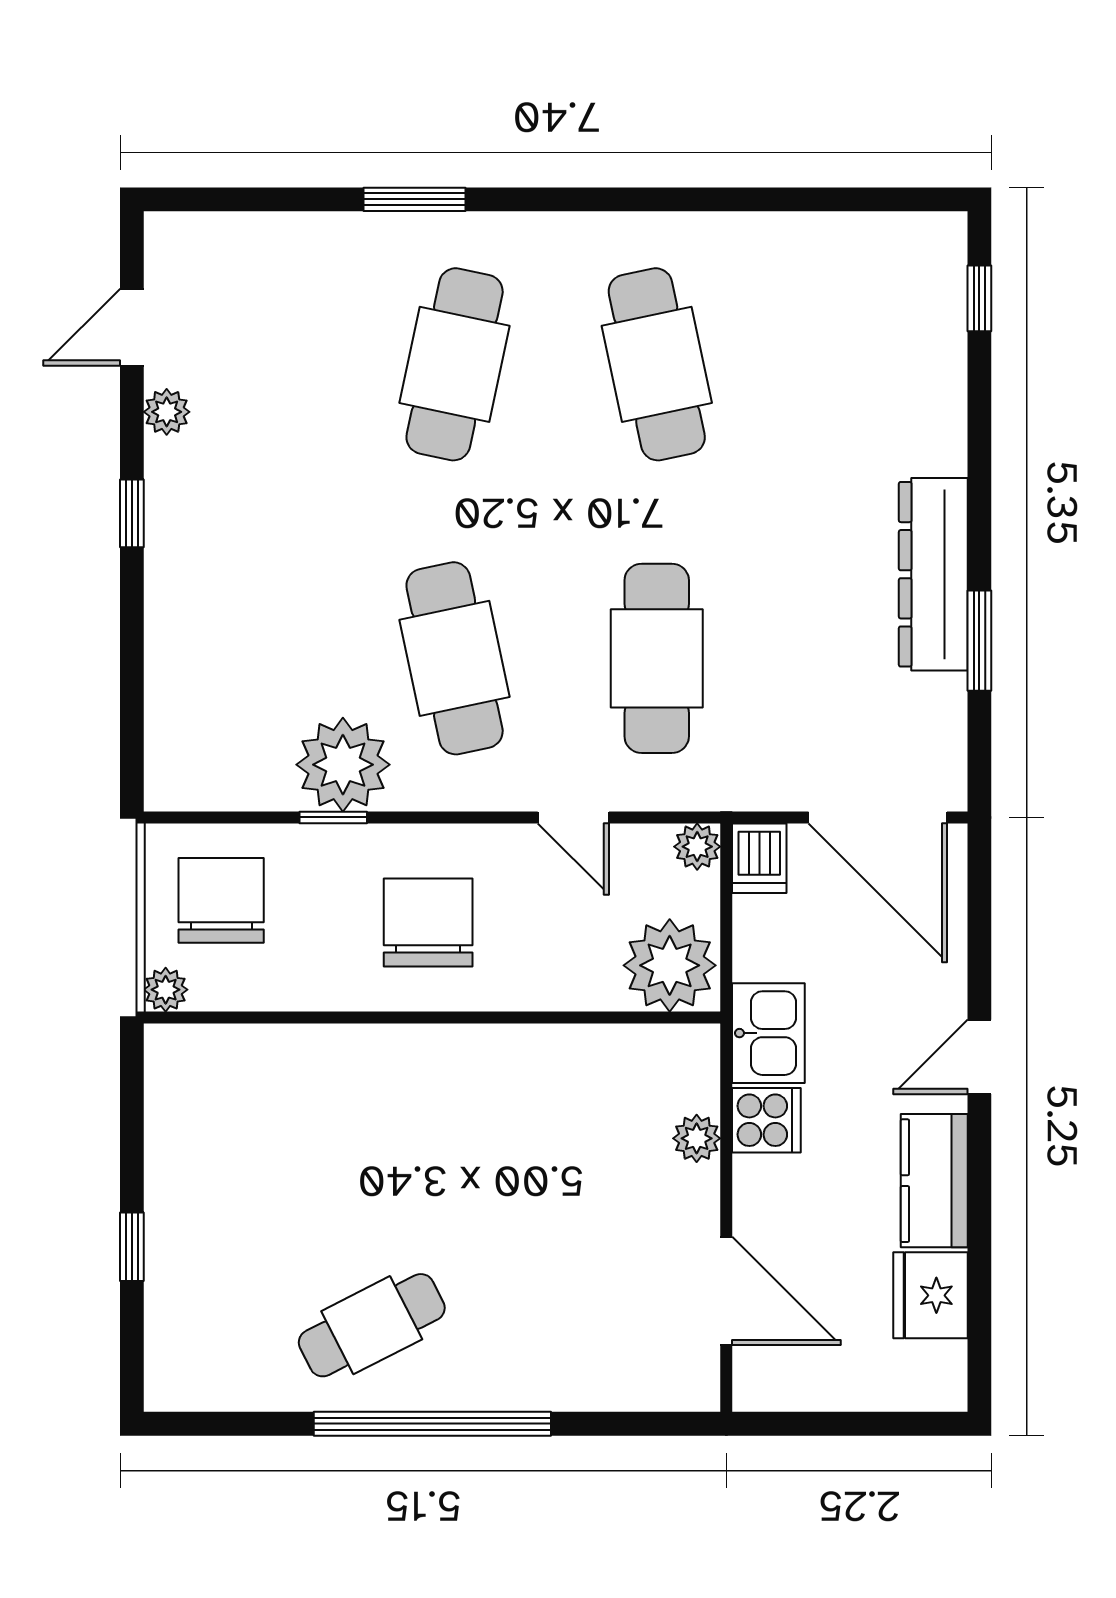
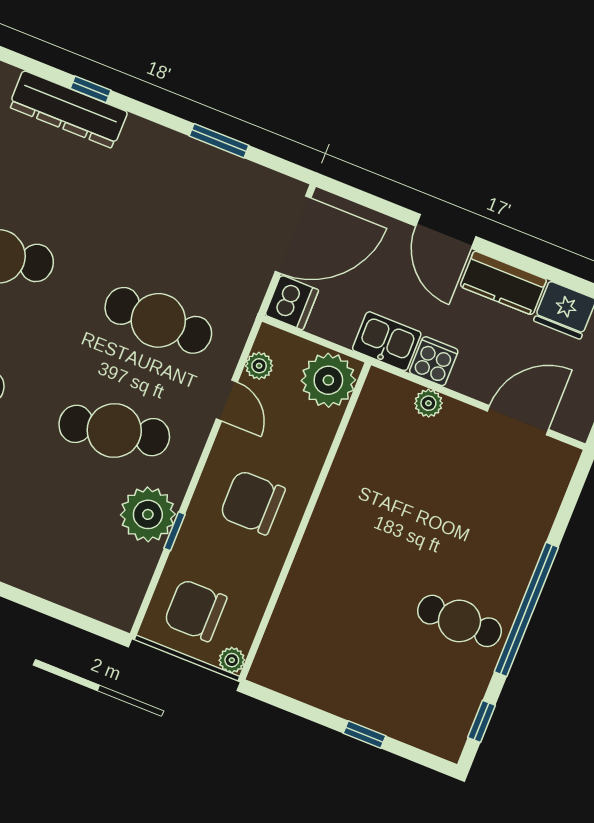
window: (979, 298) -> (91, 89), moved
dresser: (933, 574) -> (68, 109), moved
door: (573, 817) -> (227, 400), hinge flipped
plant: (697, 847) -> (259, 366), moved
dishwasher: (759, 858) -> (292, 302), width x1.38
door: (979, 1057) -> (446, 231), width x1.38
cafe table: (372, 1325) -> (459, 621), turned -63
window: (227, 1424) -> (482, 721), added

